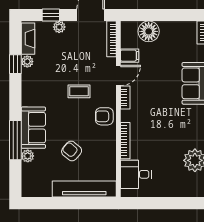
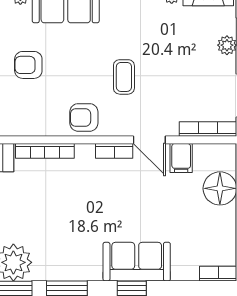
armchair: (104, 116) -> (84, 117), turned -90
armchair: (72, 151) -> (28, 65), turned -130

